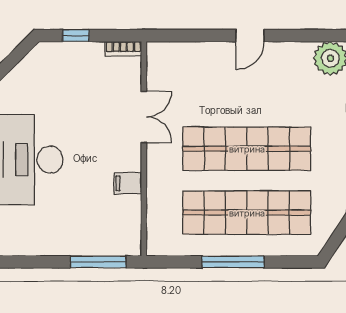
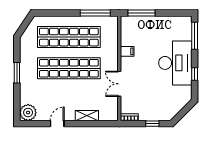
door: (250, 36) -> (57, 124), moved
shelving: (210, 52) -> (87, 116), added
window: (233, 262) -> (95, 13), moved

